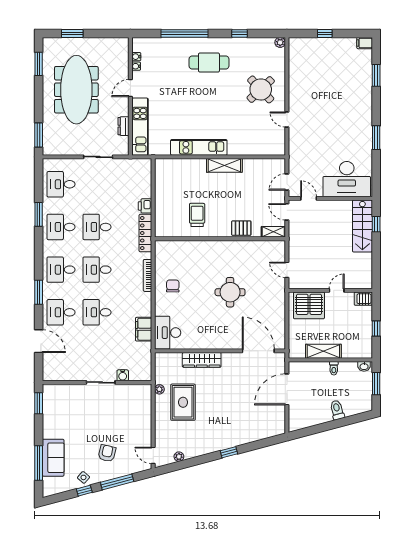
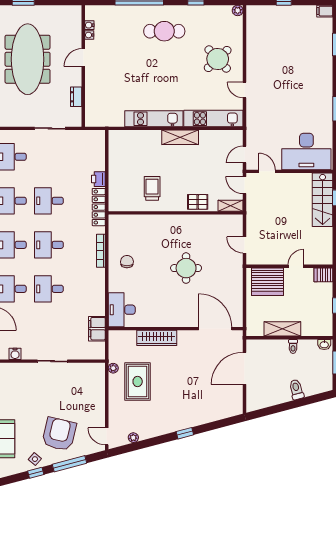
kitchen unit: (140, 127) -> (213, 119), moved, turned -90
filing cabinet: (144, 329) -> (97, 329), moved
water cooler: (123, 375) -> (15, 354), moved
armchair: (107, 453) -> (59, 434), width x1.88, depth x1.88

